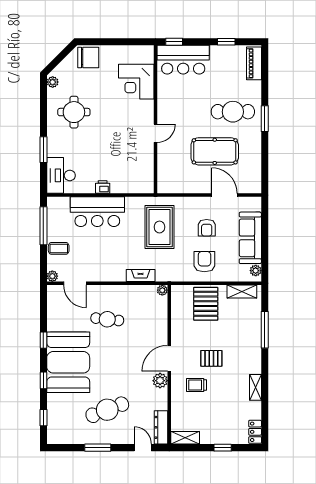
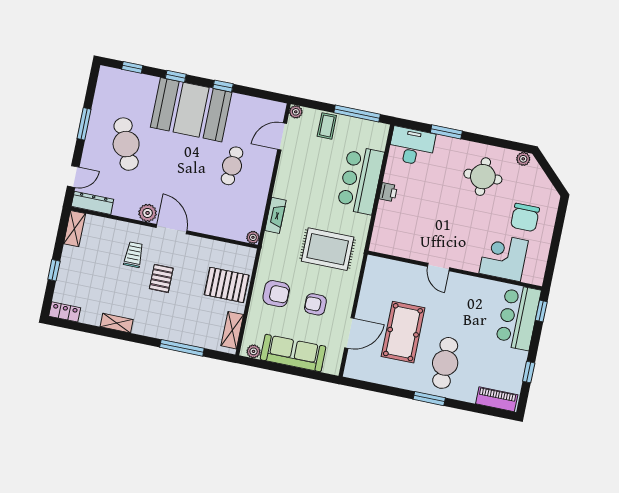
chair: (88, 57) -> (525, 217), moved

